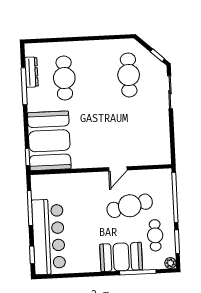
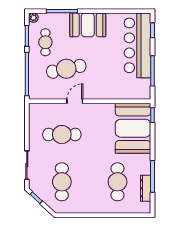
cafe table: (131, 130) -> (62, 135), added
booth: (121, 257) -> (88, 25), moved

